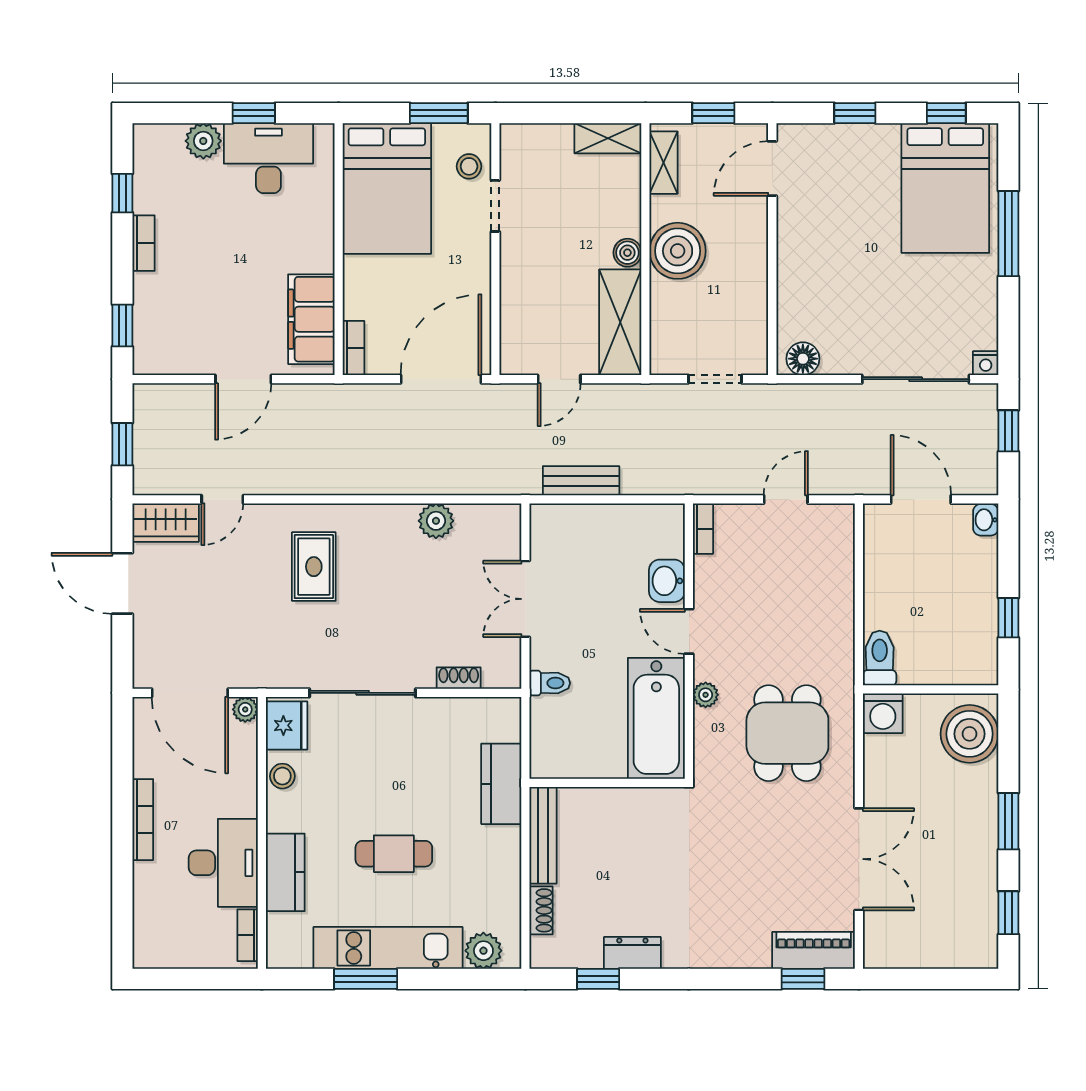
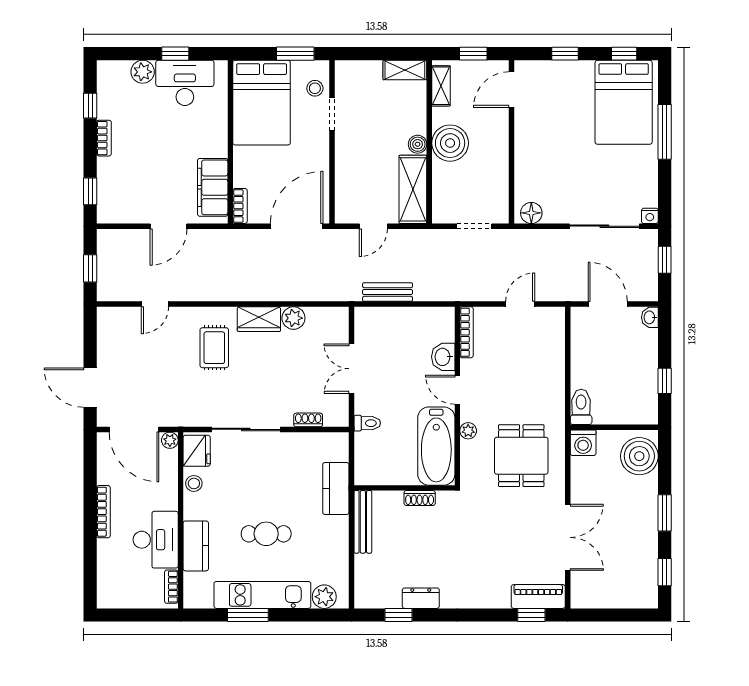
wardrobe: (166, 523) -> (259, 319), moved
bookcase: (703, 529) -> (467, 332), width x1.56
door: (122, 583) -> (90, 388), moved
shoe rack: (541, 910) -> (420, 498), moved, turned 90

